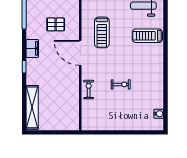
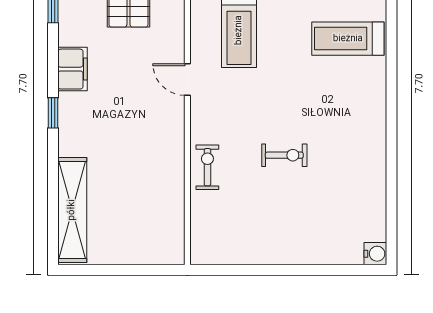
door: (80, 53) -> (187, 79), width x0.53
water cooler: (159, 114) -> (375, 254), moved

